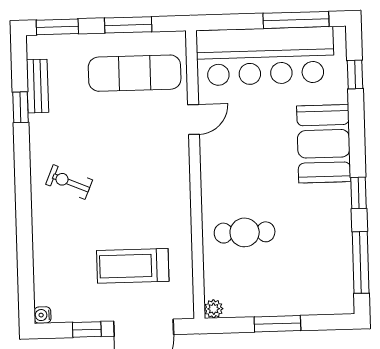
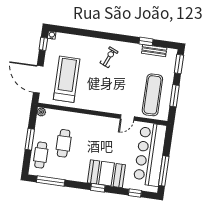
door: (194, 119) -> (127, 118), hinge flipped
window: (358, 193) -> (98, 188), moved
cafe table: (245, 232) -> (64, 143), moved
treadmill: (133, 266) -> (67, 79), width x1.37, depth x1.38
cafe table: (308, 294) -> (41, 155), added
window: (87, 329) -> (43, 44), moved

